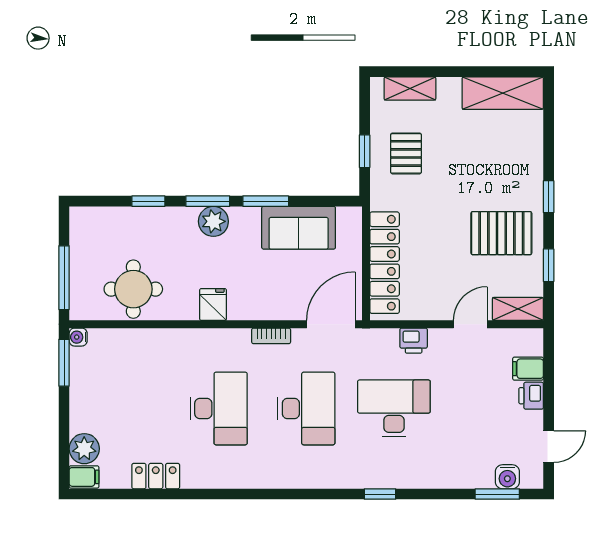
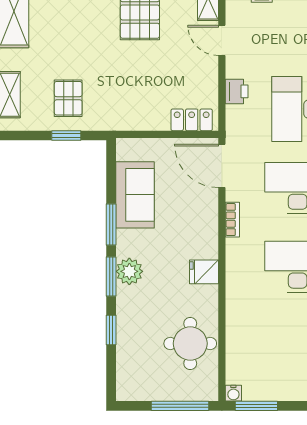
pallet: (406, 153) -> (68, 98), turned 90
locker: (385, 263) -> (192, 120), width x0.46, depth x0.83

